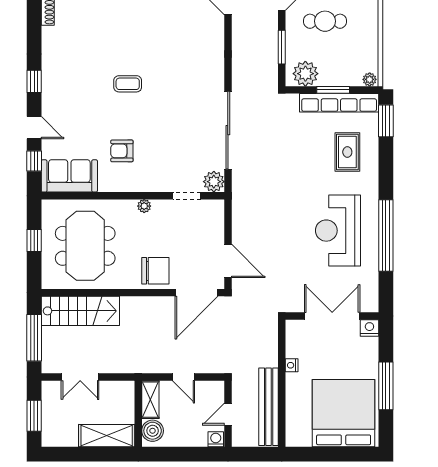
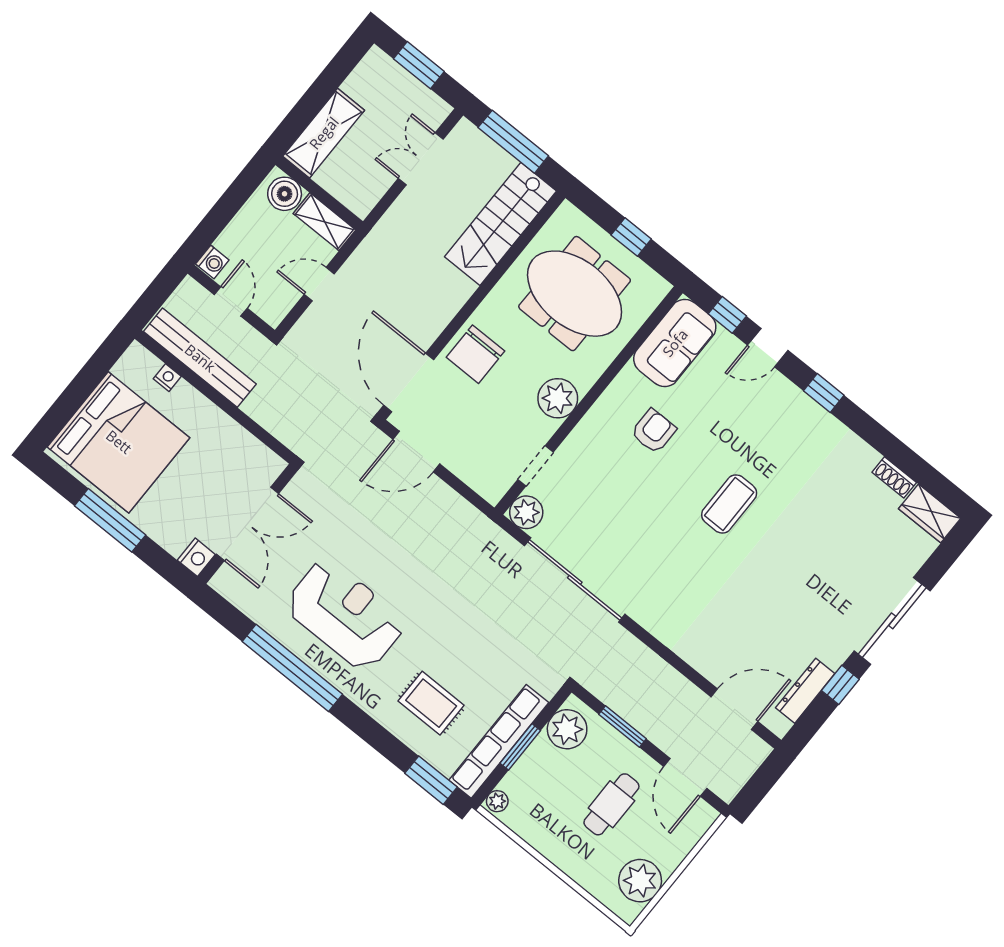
coffee table: (128, 84) -> (729, 504), width x1.36, depth x1.30
plant: (144, 206) -> (558, 398), width x1.87, depth x1.87
nightstand: (292, 365) -> (167, 378), moved

